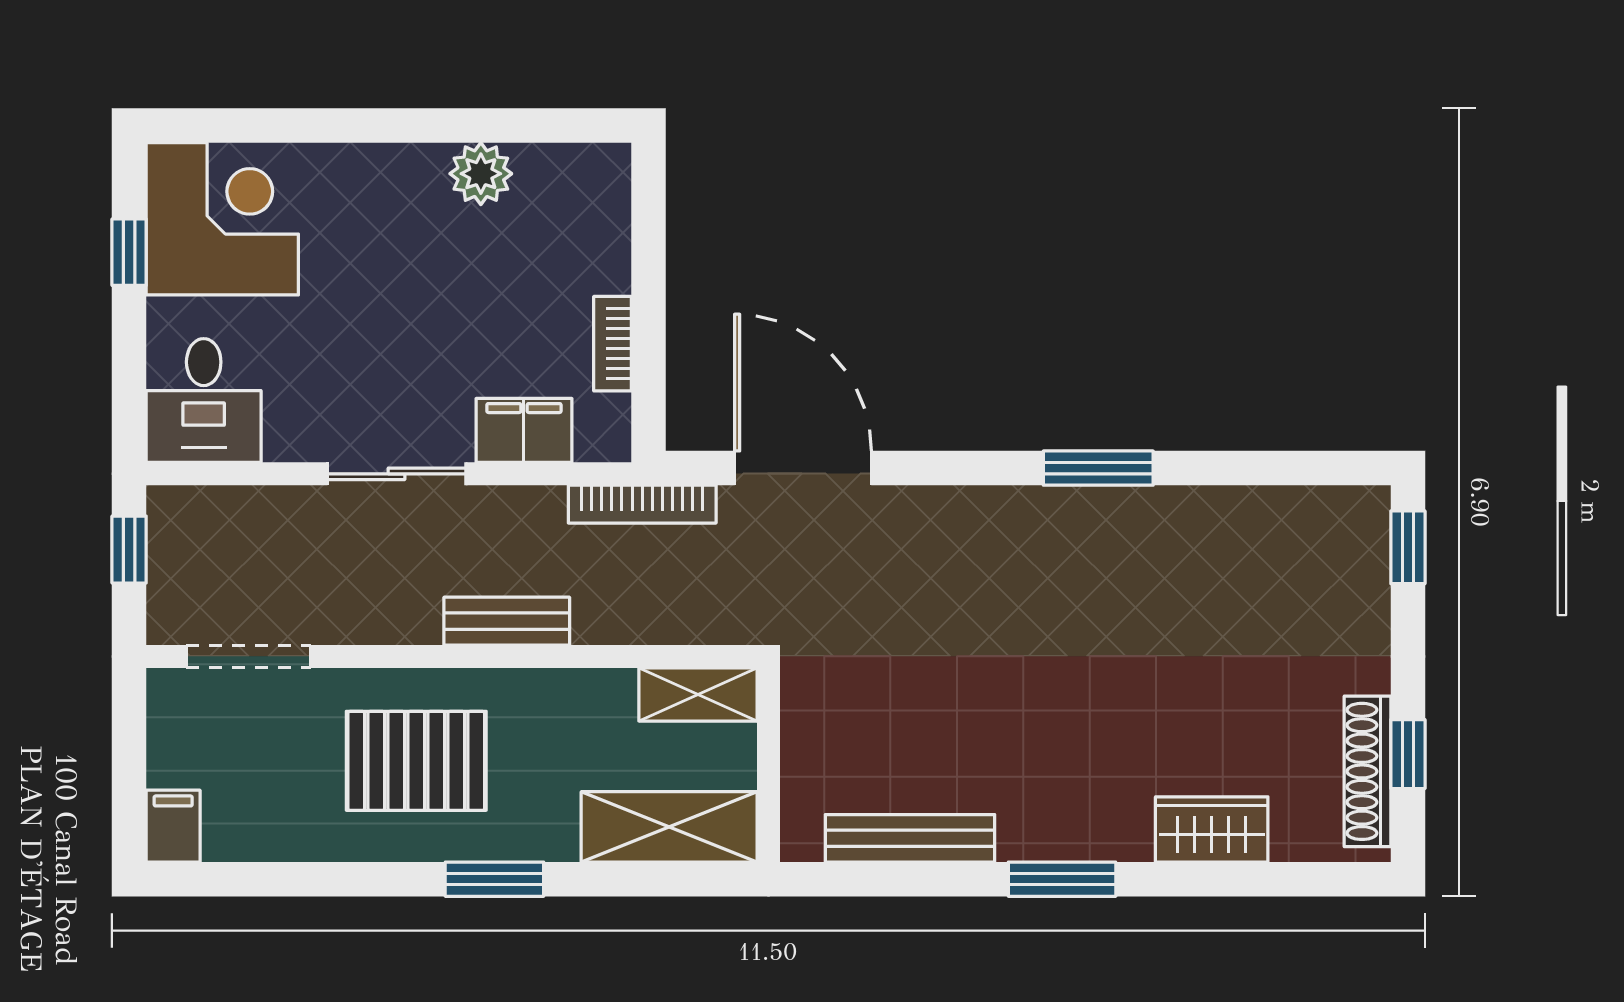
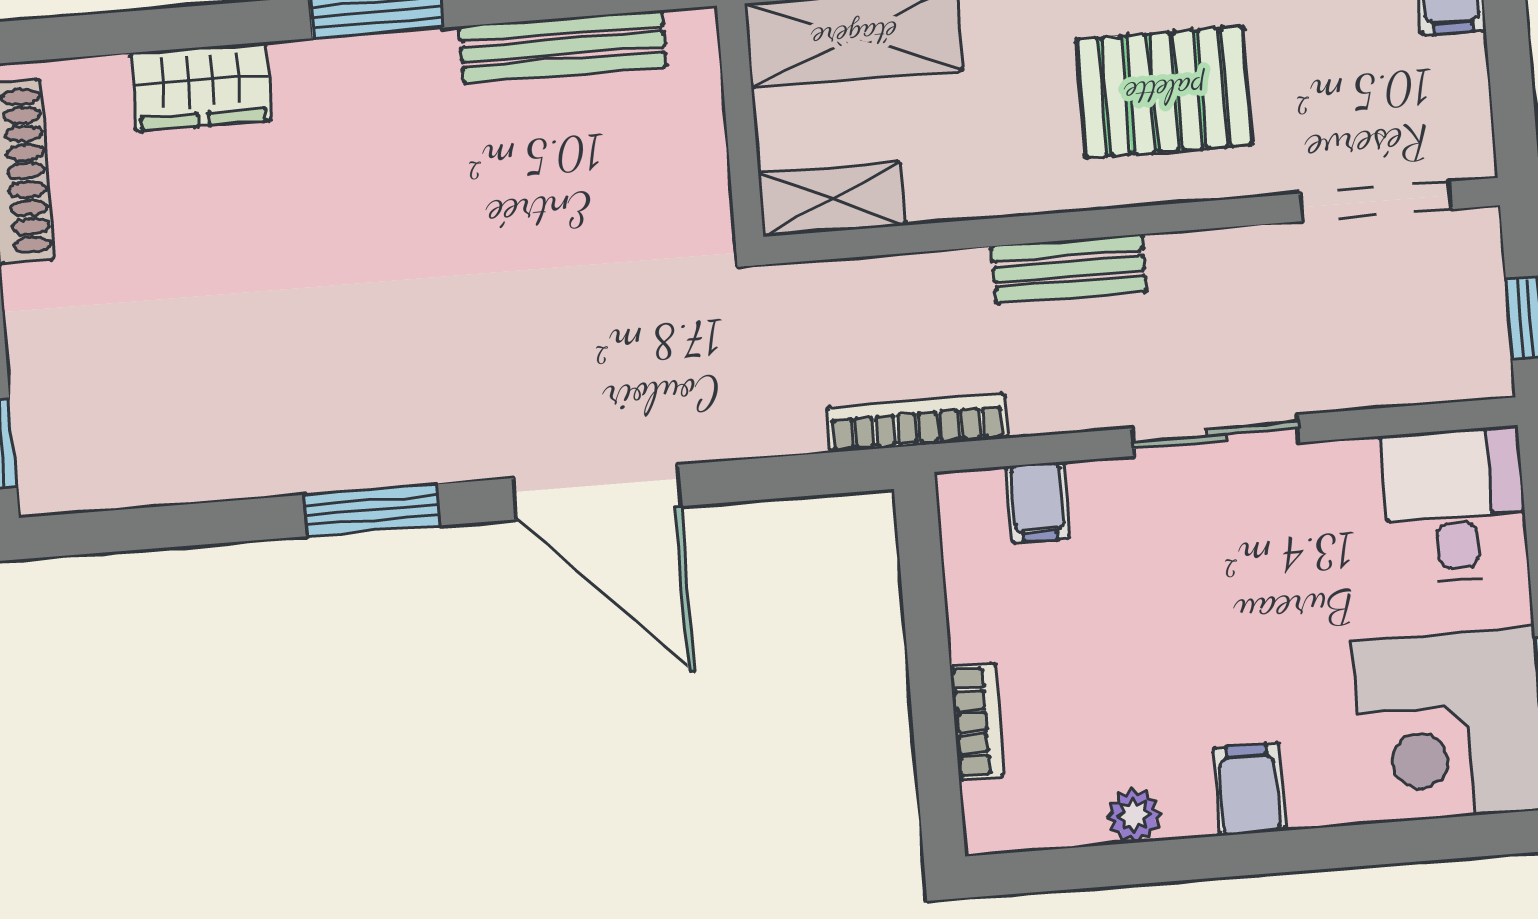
plant: (481, 174) -> (1134, 816), width x0.73, depth x0.73
filing cabinet: (392, 179) -> (1249, 789), added
bookcase: (613, 344) -> (977, 722), moved
filing cabinet: (524, 430) -> (1038, 502), width x0.50
door: (803, 468) -> (597, 492), moved

